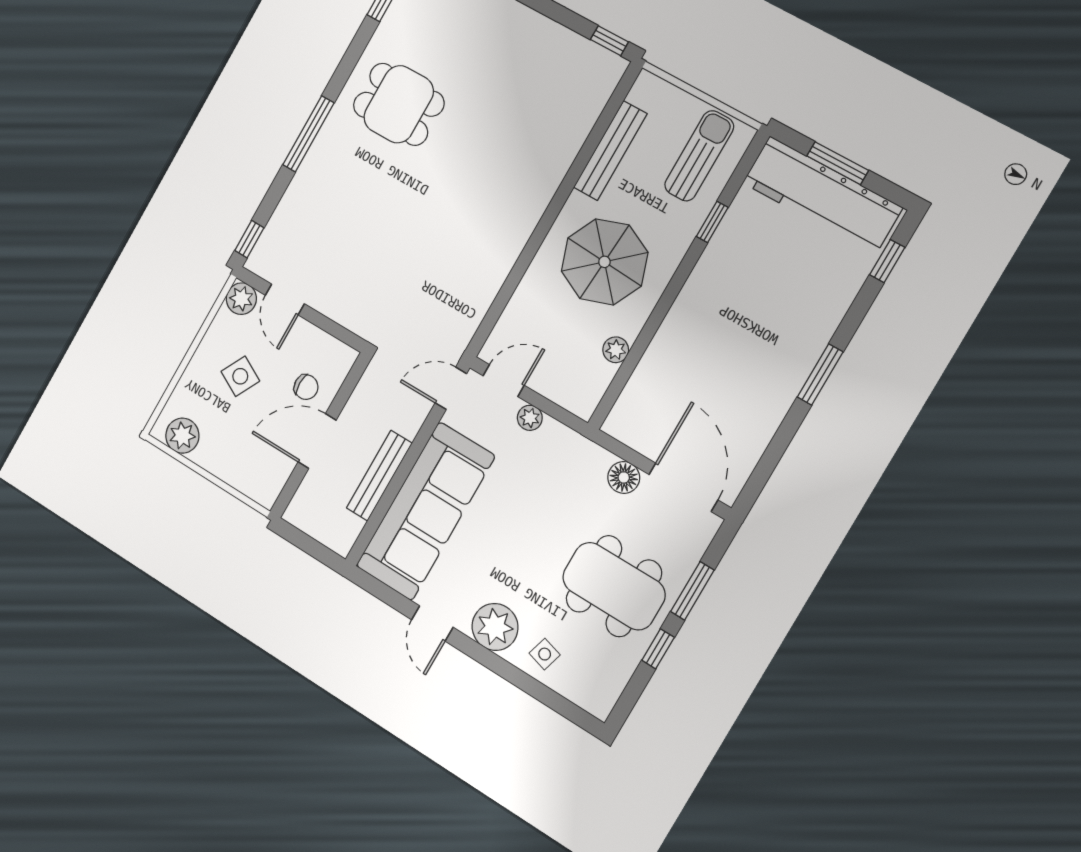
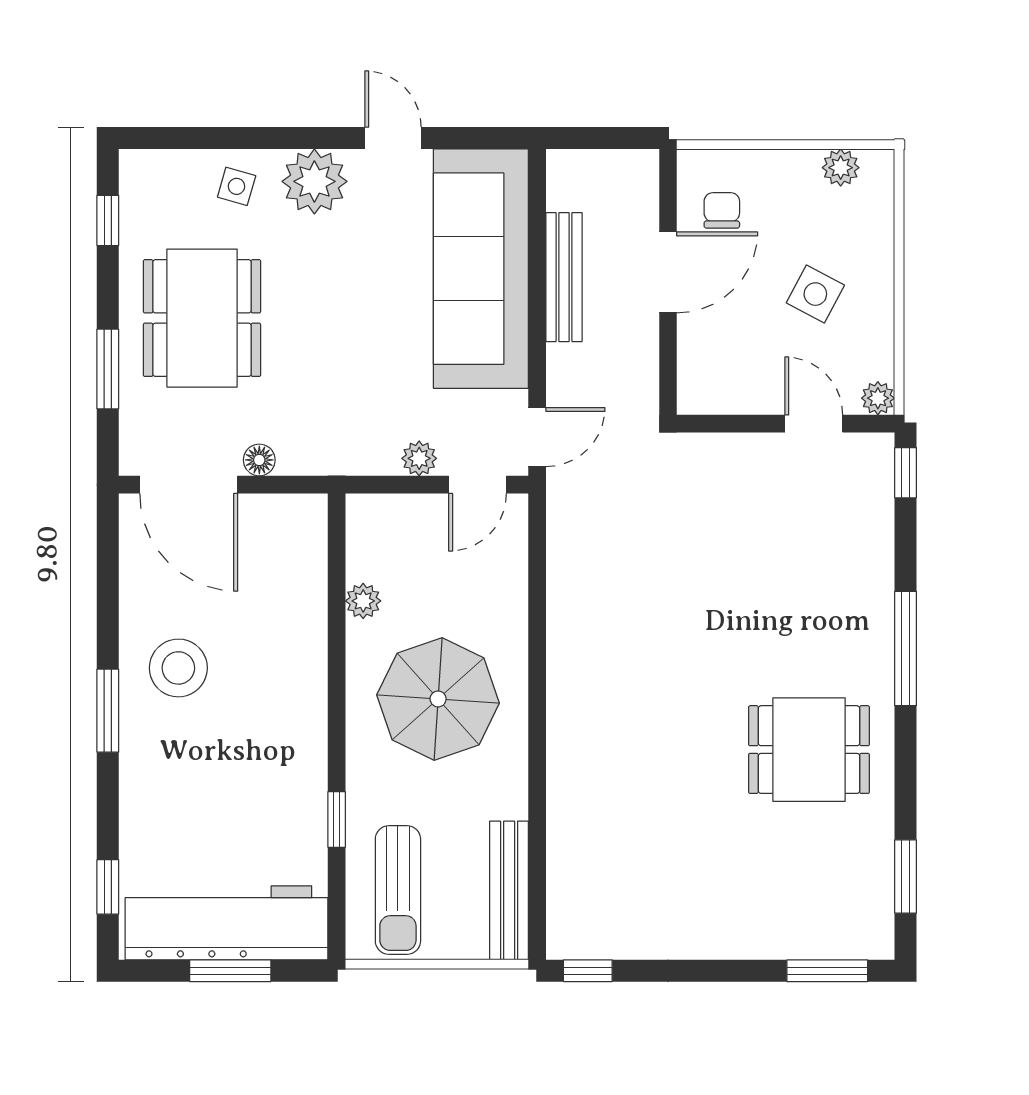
bench: (610, 151) -> (509, 890), moved
plant: (241, 299) -> (878, 398), width x0.73, depth x0.73
stool: (758, 375) -> (178, 668), added
chair: (306, 387) -> (722, 210), moved, turned 90
plant: (182, 436) -> (841, 168), width x0.73, depth x0.73
floor lamp: (624, 477) -> (259, 460), width x0.73, depth x0.73
dining table: (614, 586) -> (202, 318), turned 90
window: (658, 649) -> (108, 220), moved

